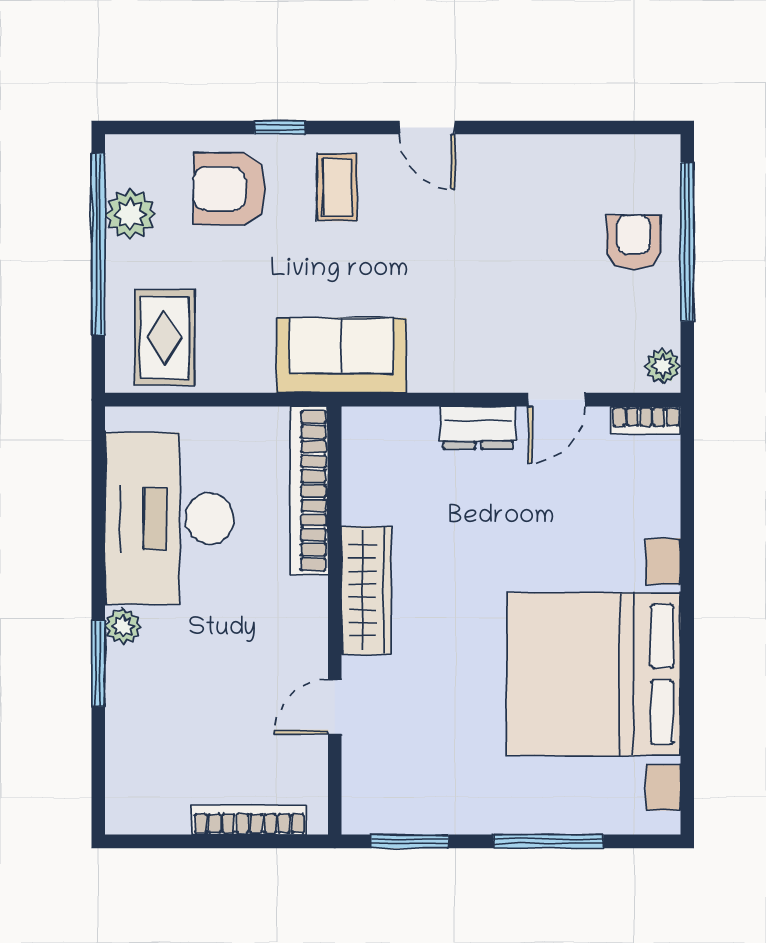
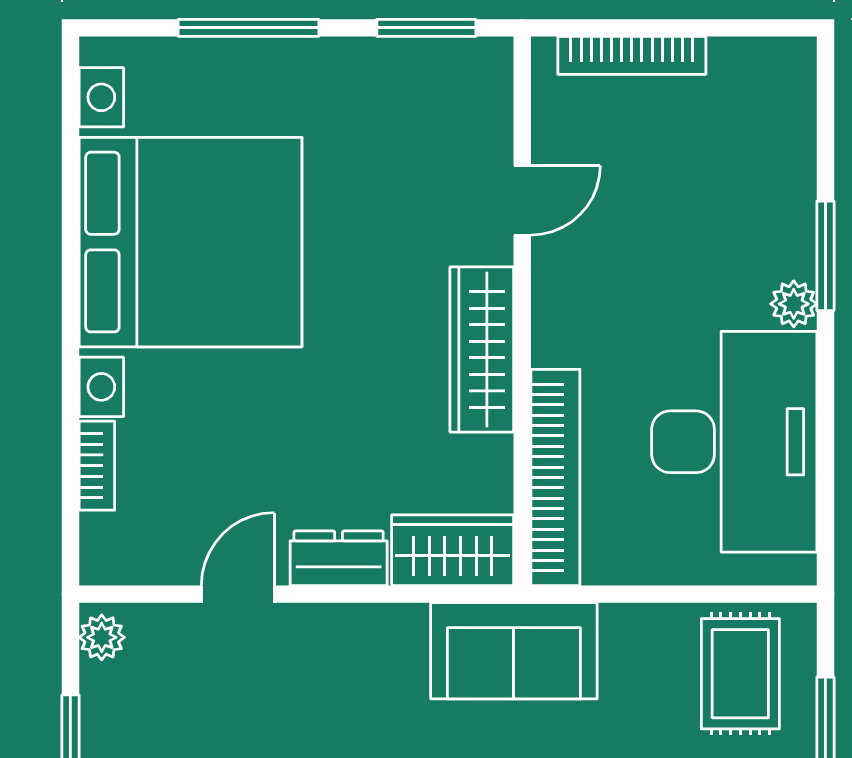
bookcase: (646, 420) -> (97, 466), moved, turned 90
wardrobe: (389, 434) -> (453, 550), added

